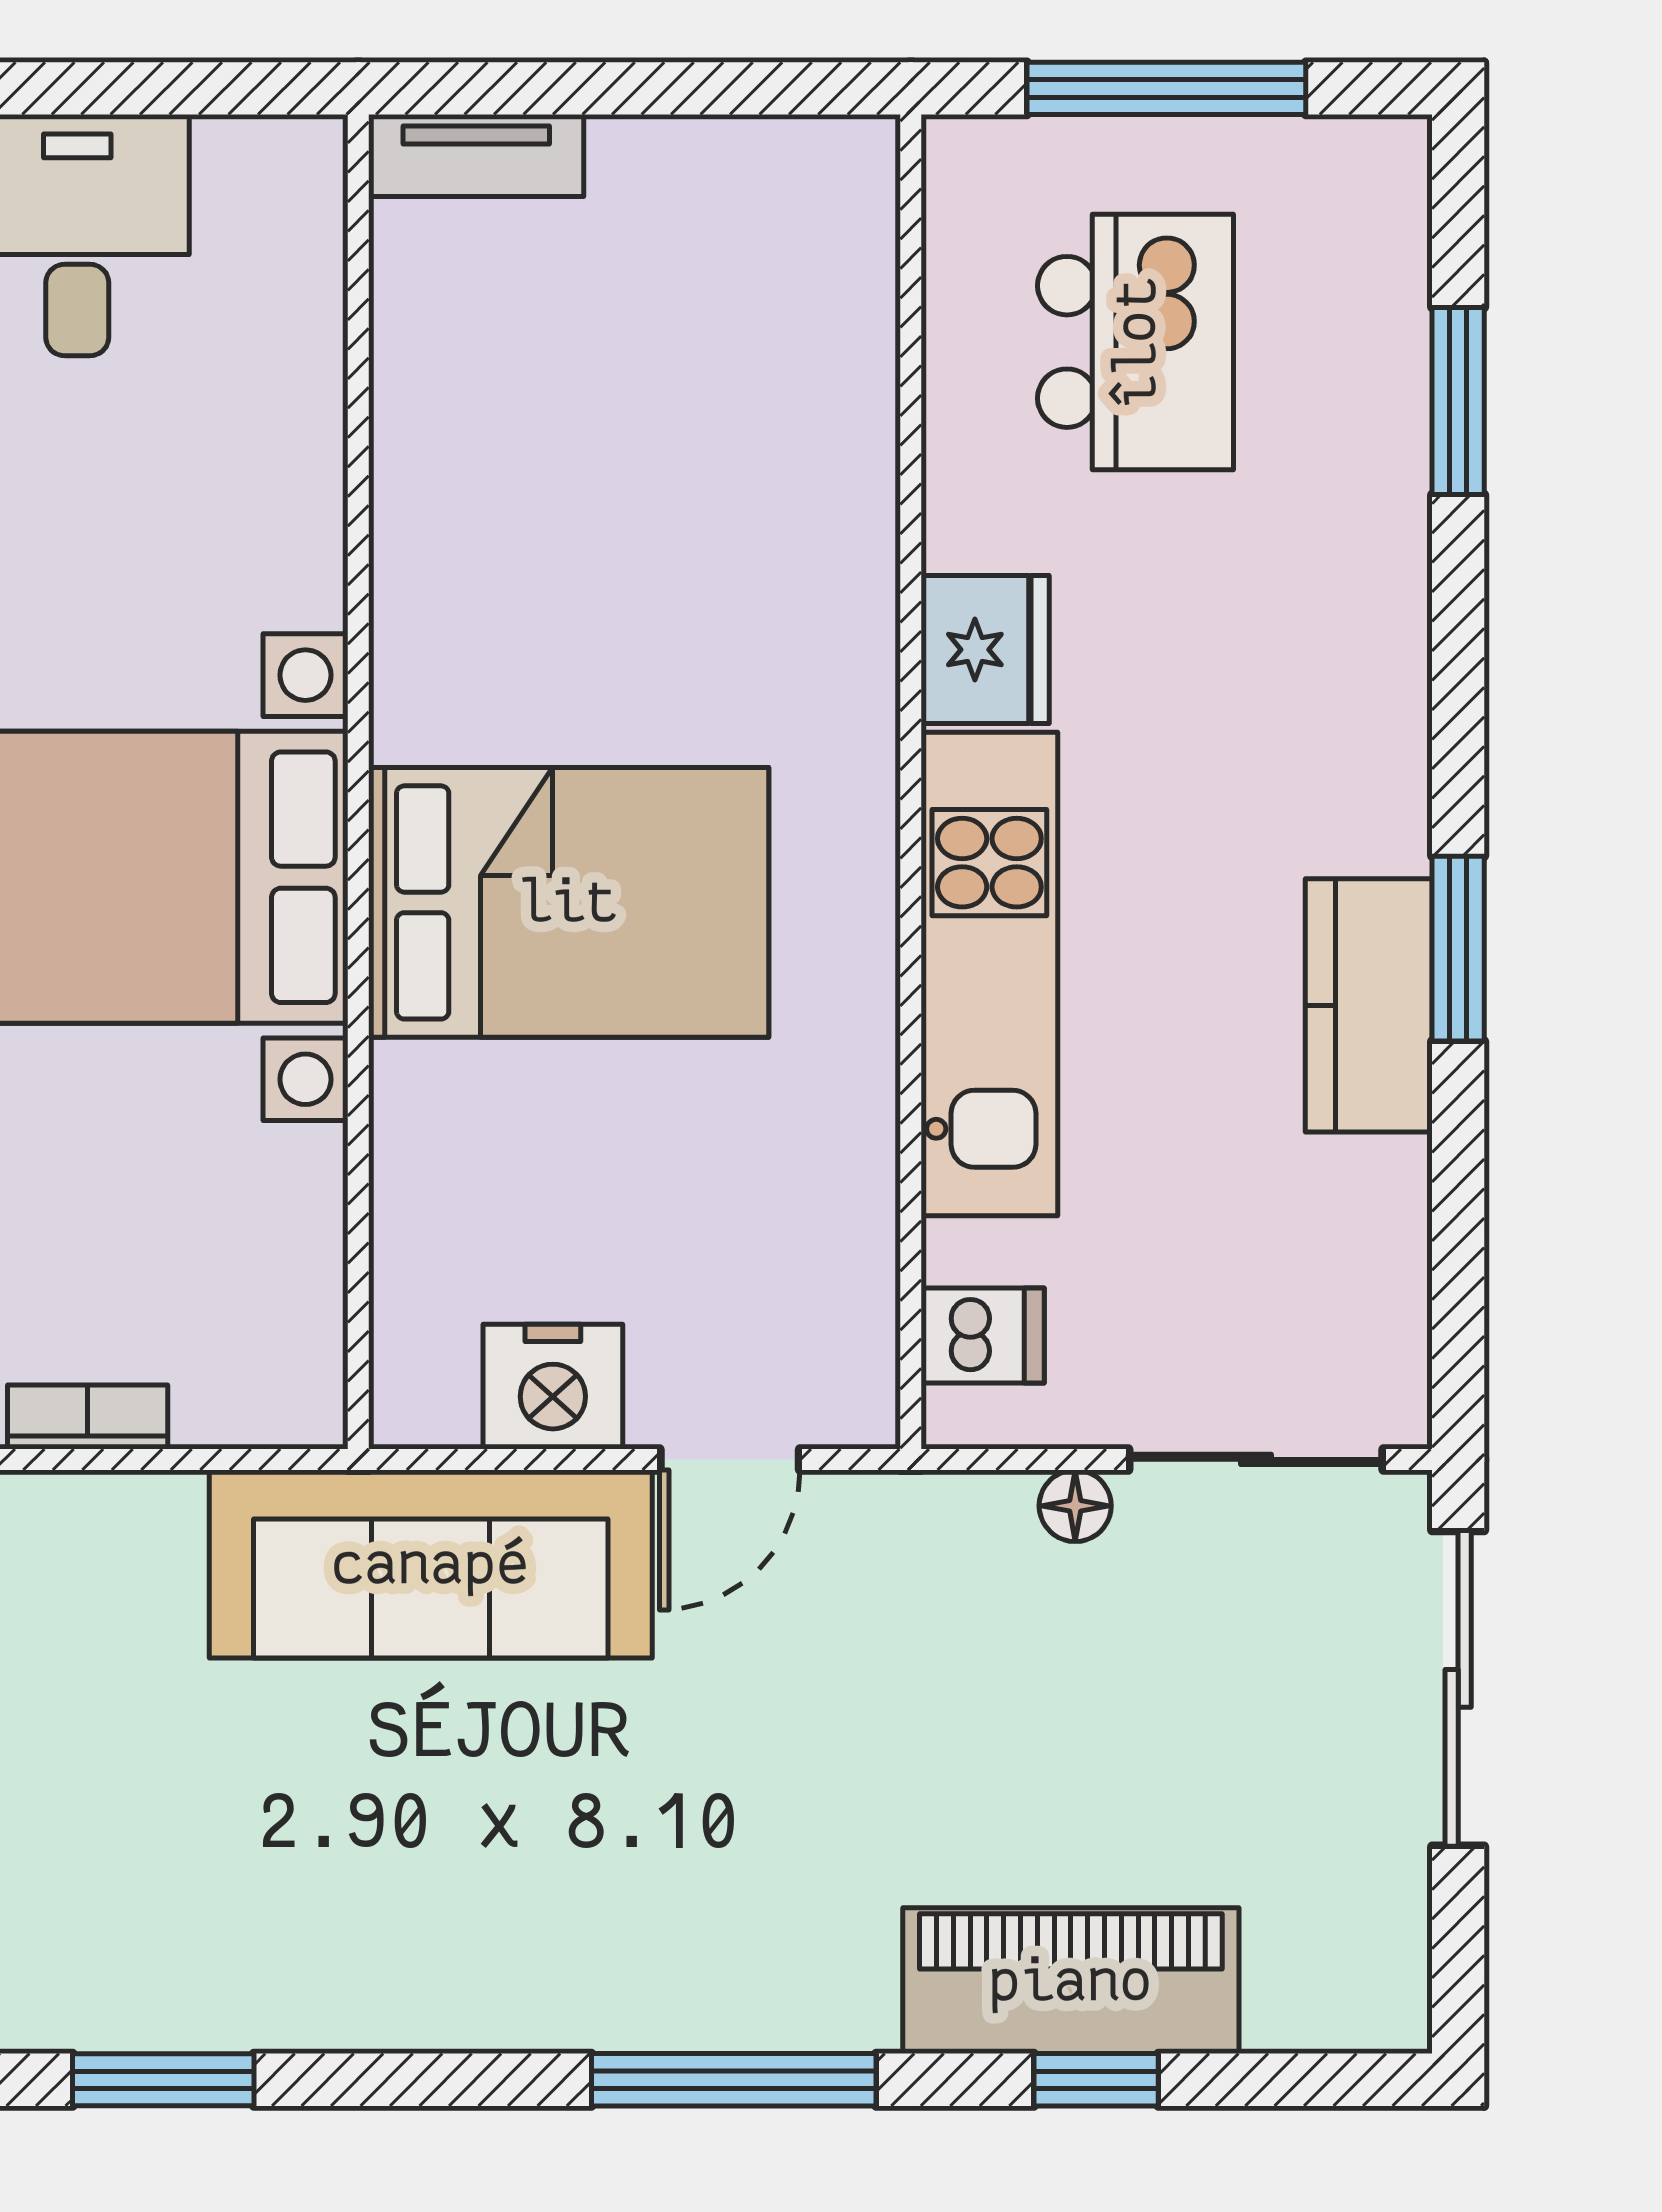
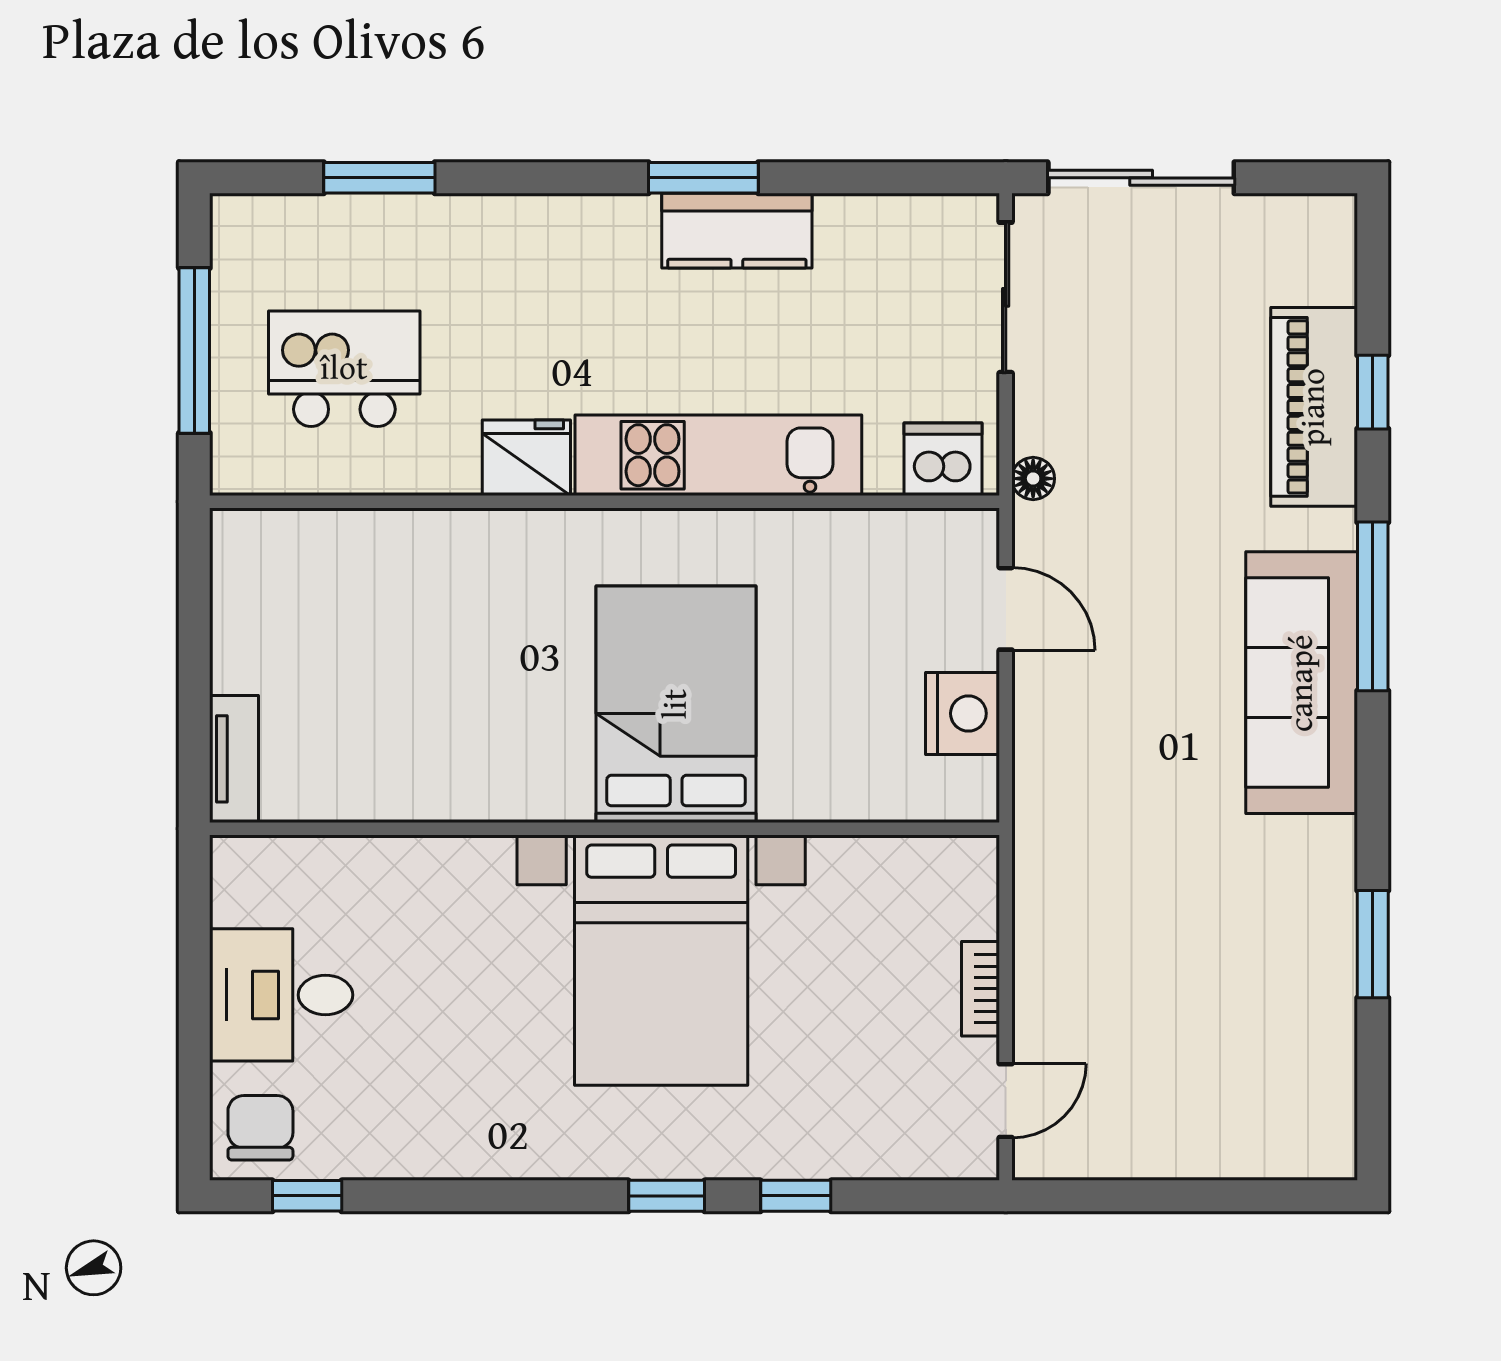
dishwasher: (983, 1336) -> (943, 459), width x1.38
floor lamp: (1075, 1506) -> (1033, 479), moved
sofa: (431, 1564) -> (1302, 683), moved, turned 180

